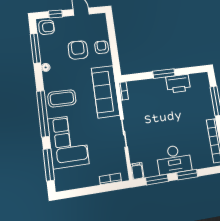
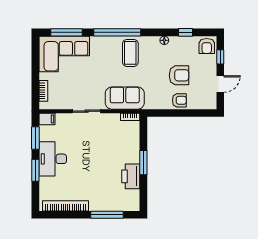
window: (35, 48) -> (186, 32), width x0.46
sofa: (106, 92) -> (125, 98), width x0.73
corner sofa: (68, 141) -> (64, 54), moved

